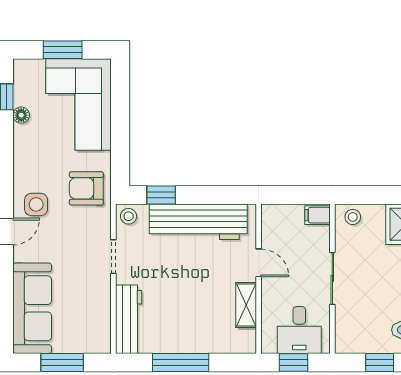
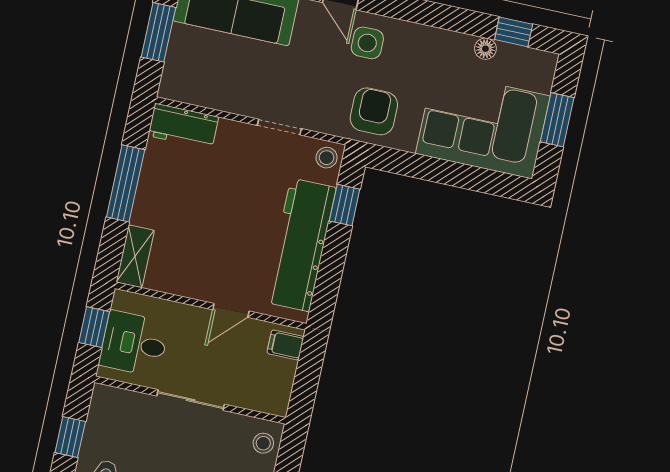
filing cabinet: (318, 215) -> (285, 345), moved, turned -90
shelving: (246, 305) -> (135, 256), moved, turned 90
workbench: (129, 319) -> (183, 126), width x0.73

